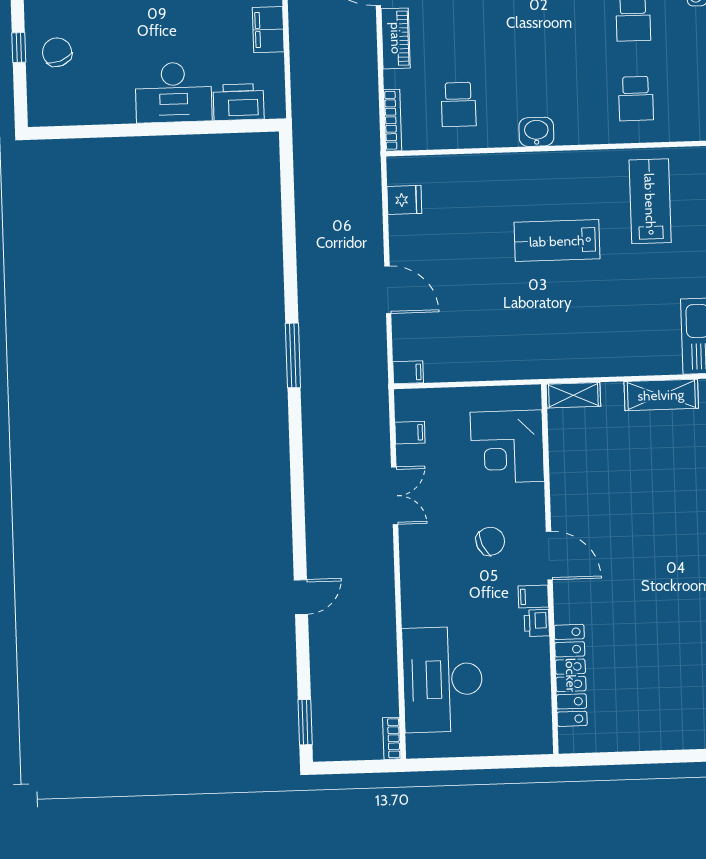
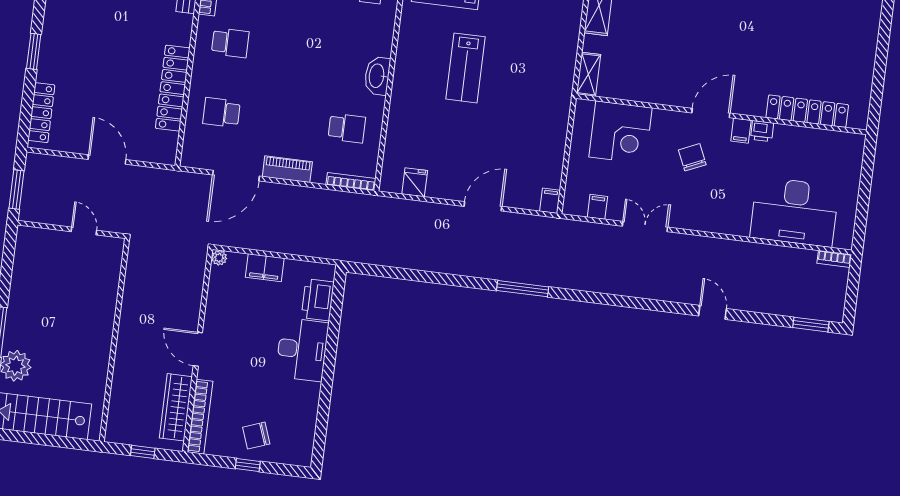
washbasin: (536, 132) -> (377, 76), width x1.38

